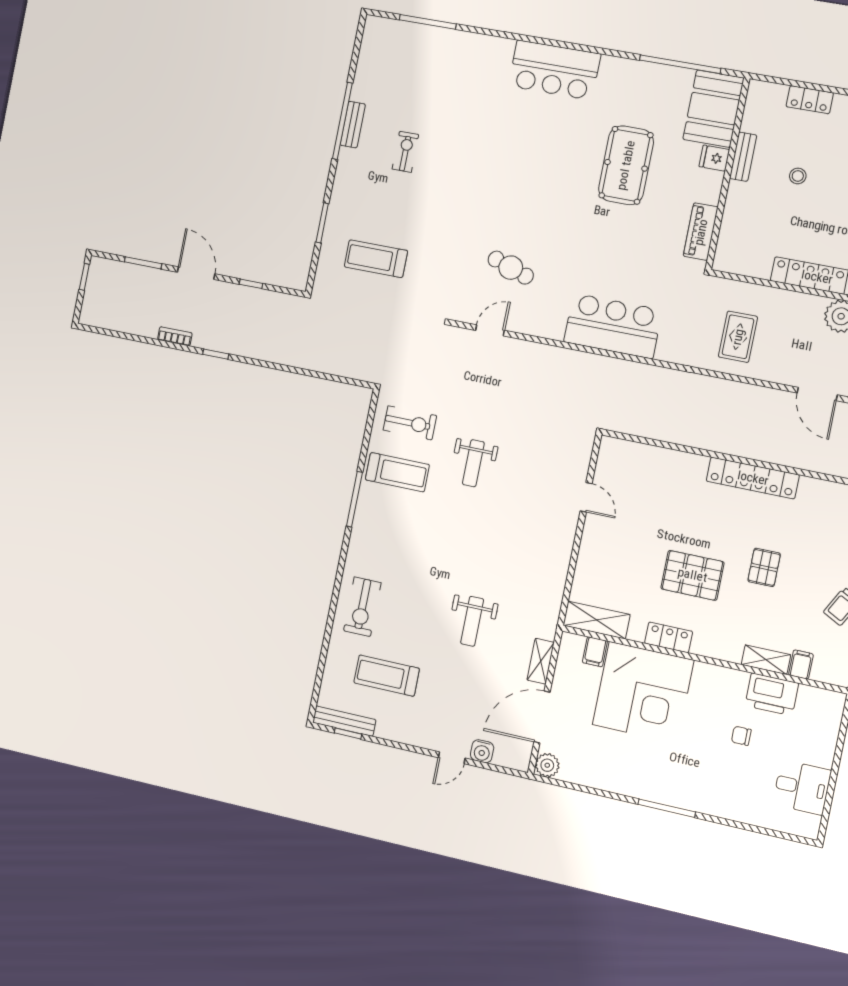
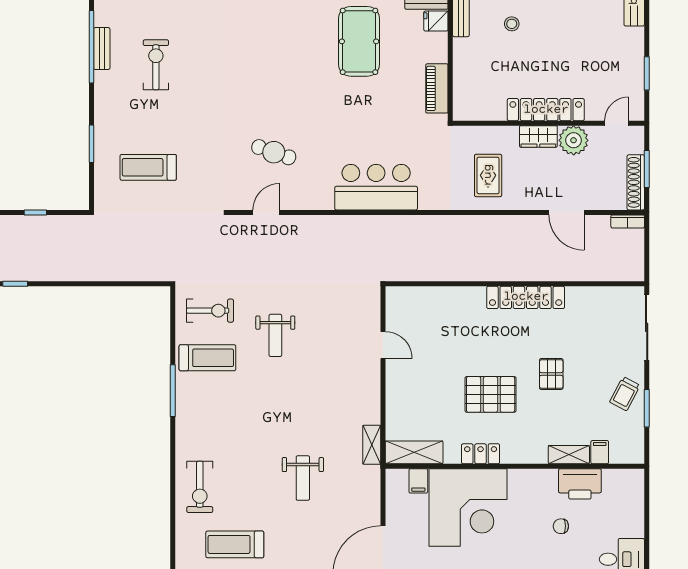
exercise bike: (405, 152) -> (156, 65), width x1.38, depth x1.39
wardrobe: (803, 305) -> (538, 136), added
shelving: (541, 661) -> (372, 445), moved

